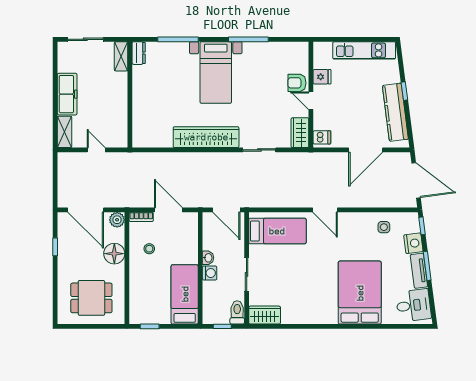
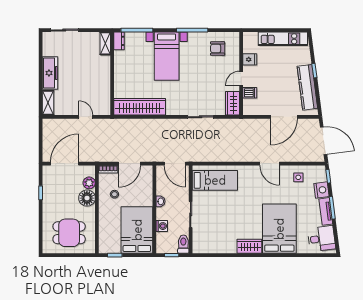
dresser: (139, 53) -> (119, 41), moved
shelving: (121, 56) -> (105, 43), moved
armchair: (297, 83) -> (218, 49), moved
wall: (130, 95) -> (112, 73), moved
door: (311, 101) -> (241, 78), hinge flipped
wardrobe: (206, 137) -> (140, 107), moved
dishwasher: (322, 137) -> (250, 93), moved
door: (96, 150) -> (86, 117), moved
door: (86, 210) -> (65, 164), swing flipped
door: (168, 210) -> (129, 164), swing flipped
door: (325, 210) -> (270, 164), moved
plant: (117, 220) -> (89, 183), moved
washing machine: (210, 273) -> (162, 226), moved
bed: (185, 294) -> (137, 230), width x1.50
wardrobe: (265, 315) -> (249, 246), moved

